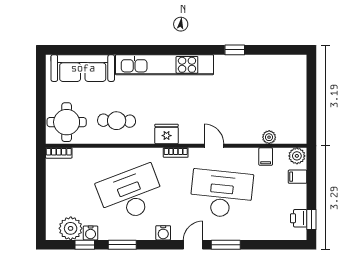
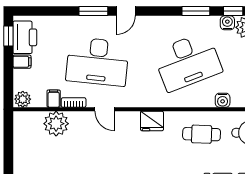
plant: (269, 137) -> (56, 124), width x1.88, depth x1.88
bookcase: (176, 153) -> (74, 103), moved
filing cabinet: (298, 177) -> (22, 62), moved
printer: (299, 218) -> (25, 37), width x1.87, depth x1.48
water cooler: (163, 233) -> (223, 100), moved, turned 180

